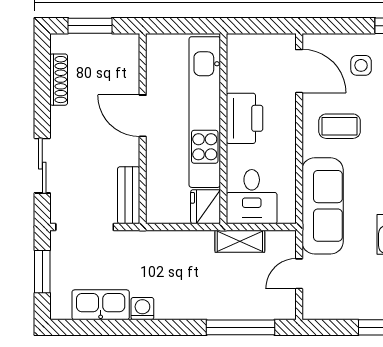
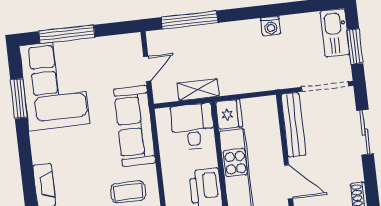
bench: (129, 195) -> (293, 125), width x1.36
kitchen sink: (101, 305) -> (335, 33), moved, turned 90

